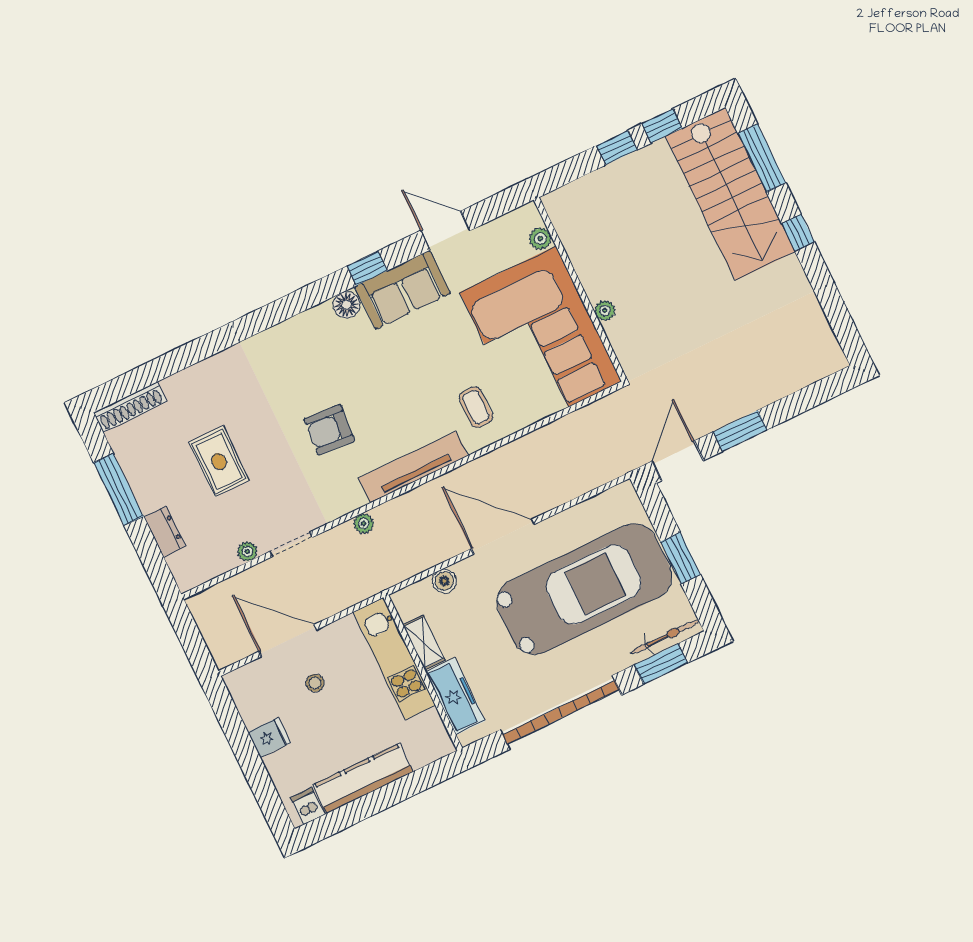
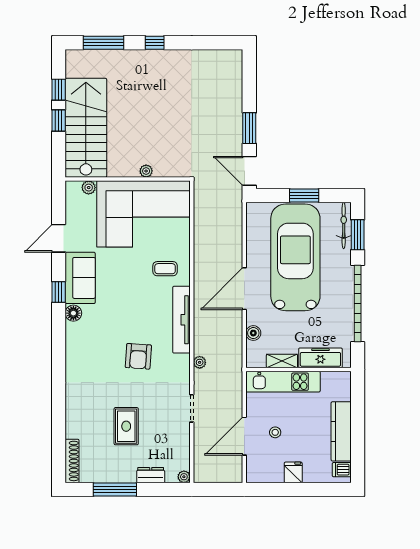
stairs: (730, 194) -> (86, 128), moved, turned -90
rug: (219, 461) -> (126, 426), turned 90
plant: (247, 551) -> (184, 477), moved

